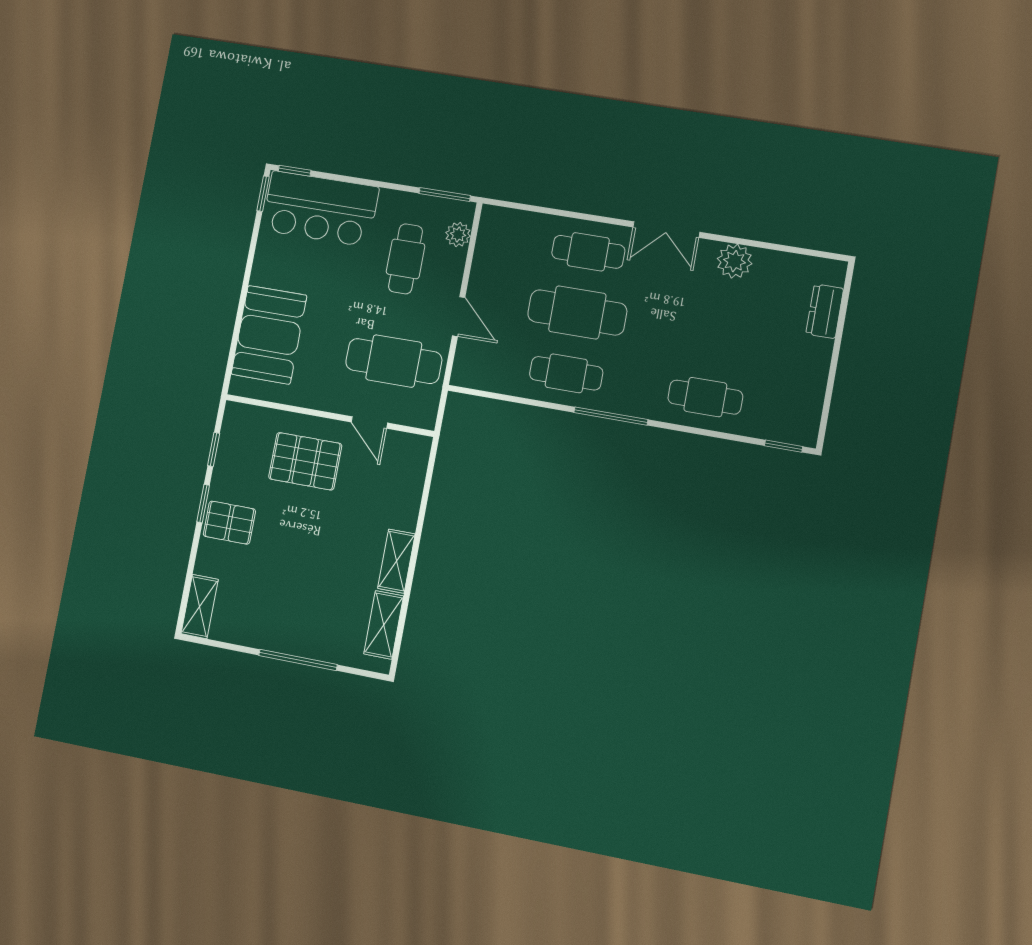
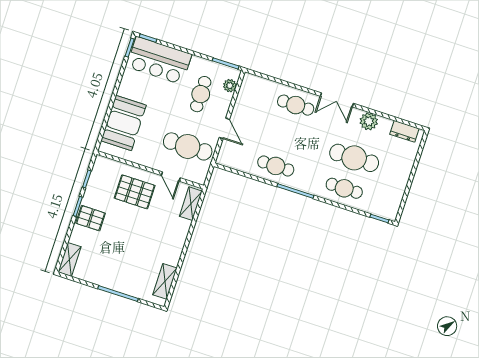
dresser: (825, 311) -> (404, 131), moved, turned -90
cafe table: (577, 312) -> (354, 158), moved
shelving: (396, 561) -> (191, 204), moved

